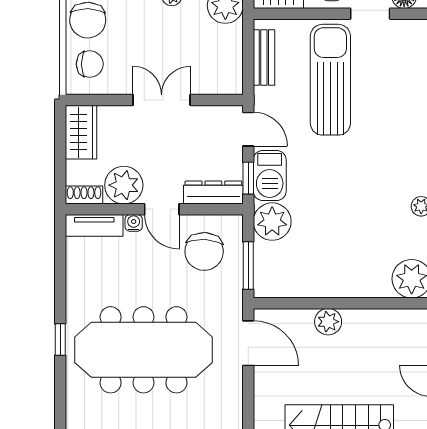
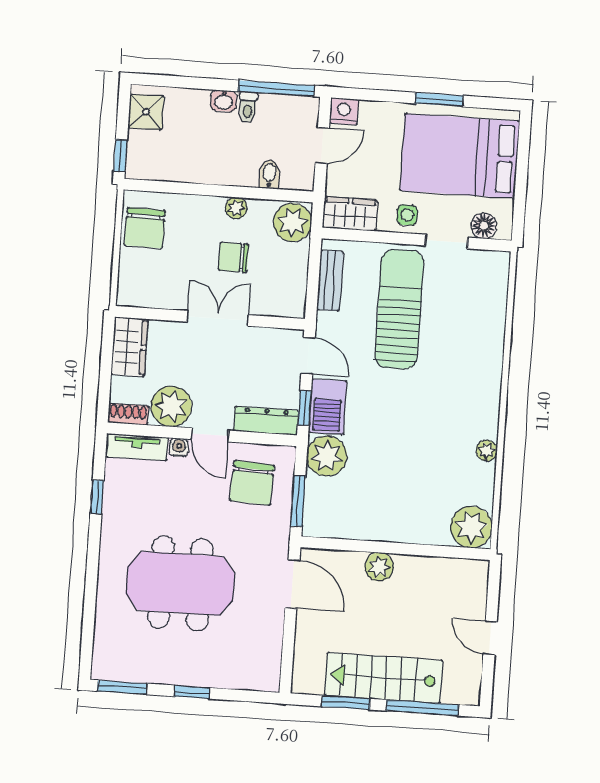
chair: (90, 64) -> (233, 257), moved, turned 180
window: (60, 340) -> (97, 497), moved
meeting table: (144, 350) -> (180, 583), width x0.73

